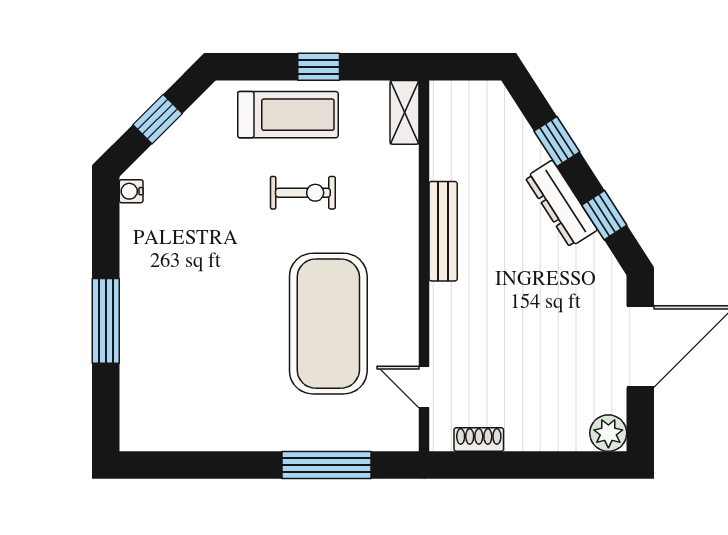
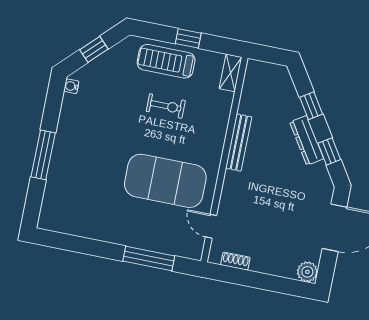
treadmill: (288, 115) -> (166, 61), turned 180
exercise mat: (328, 324) -> (165, 181), turned 90

